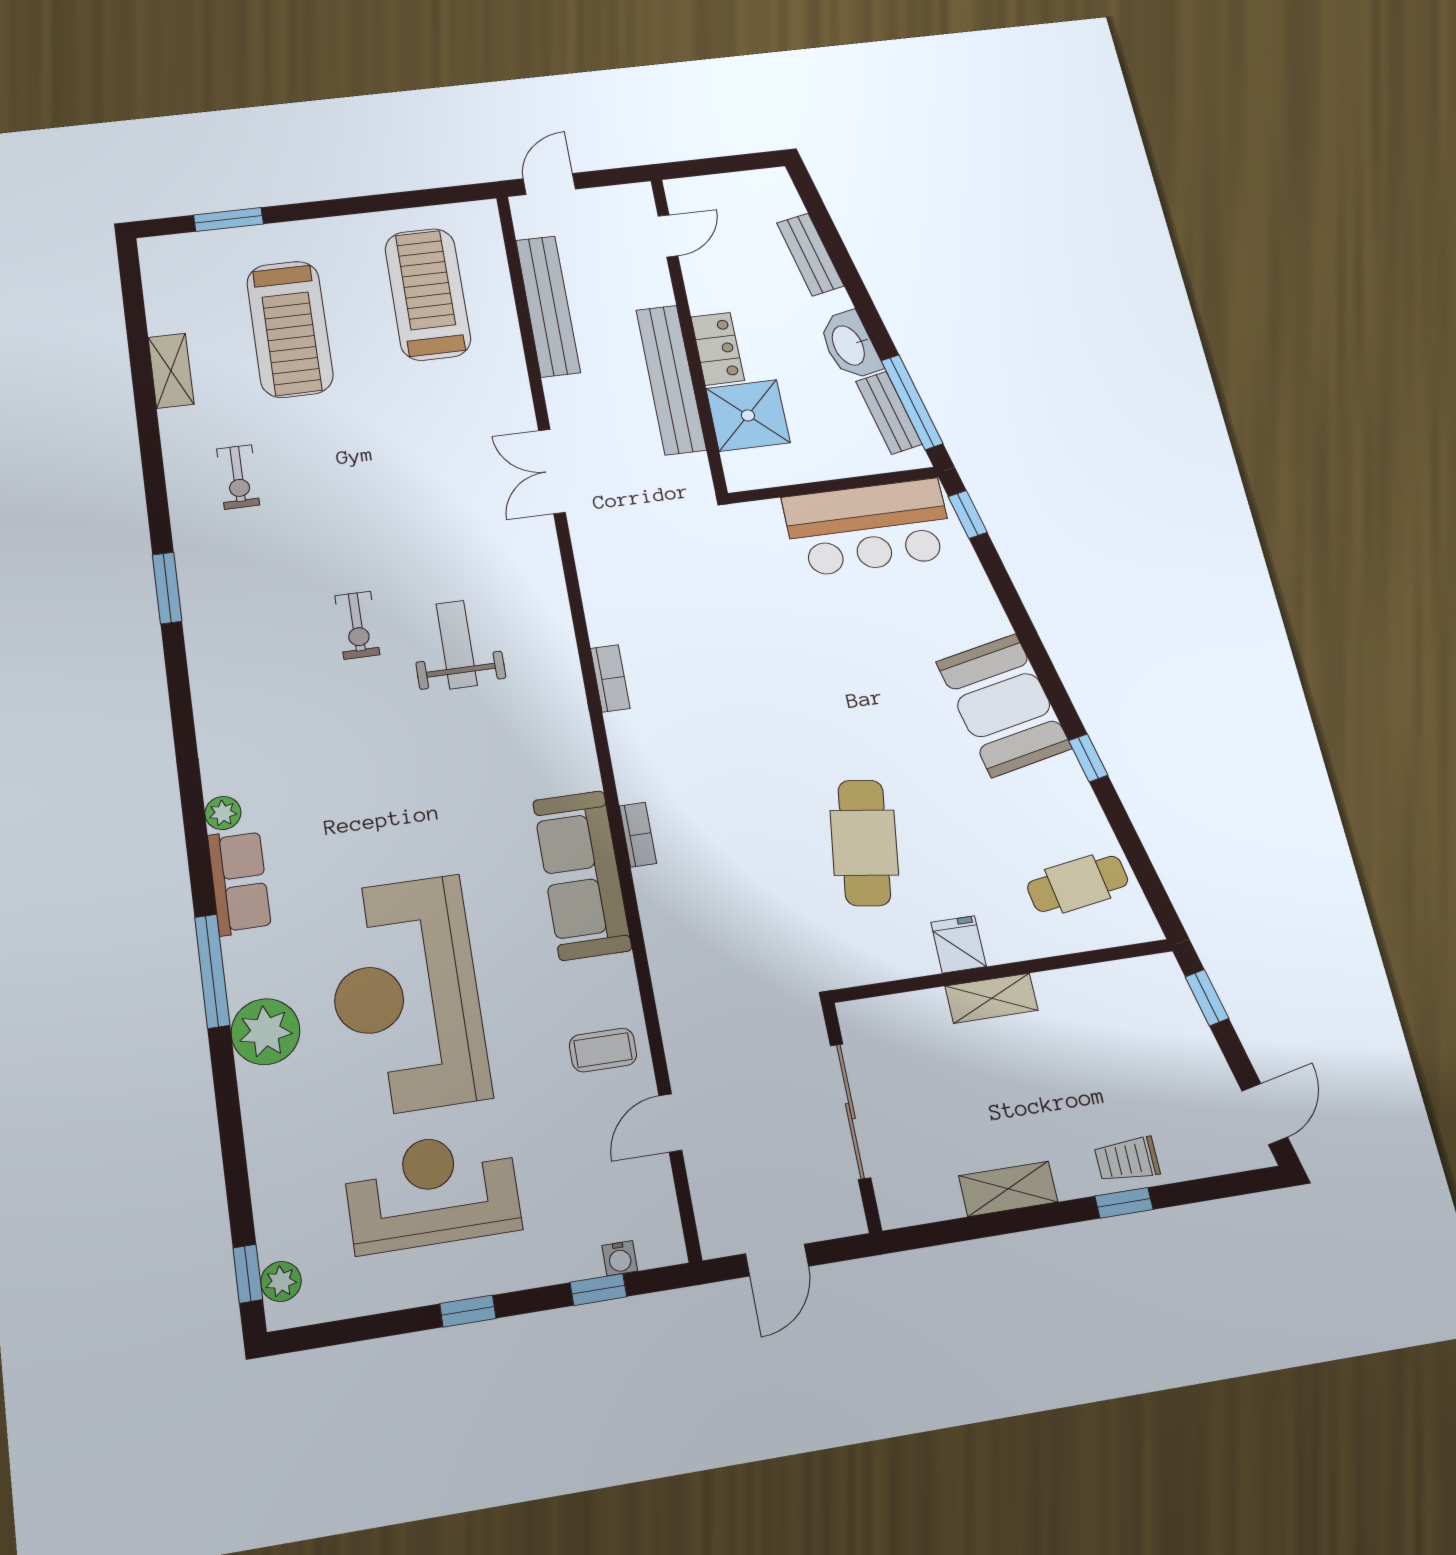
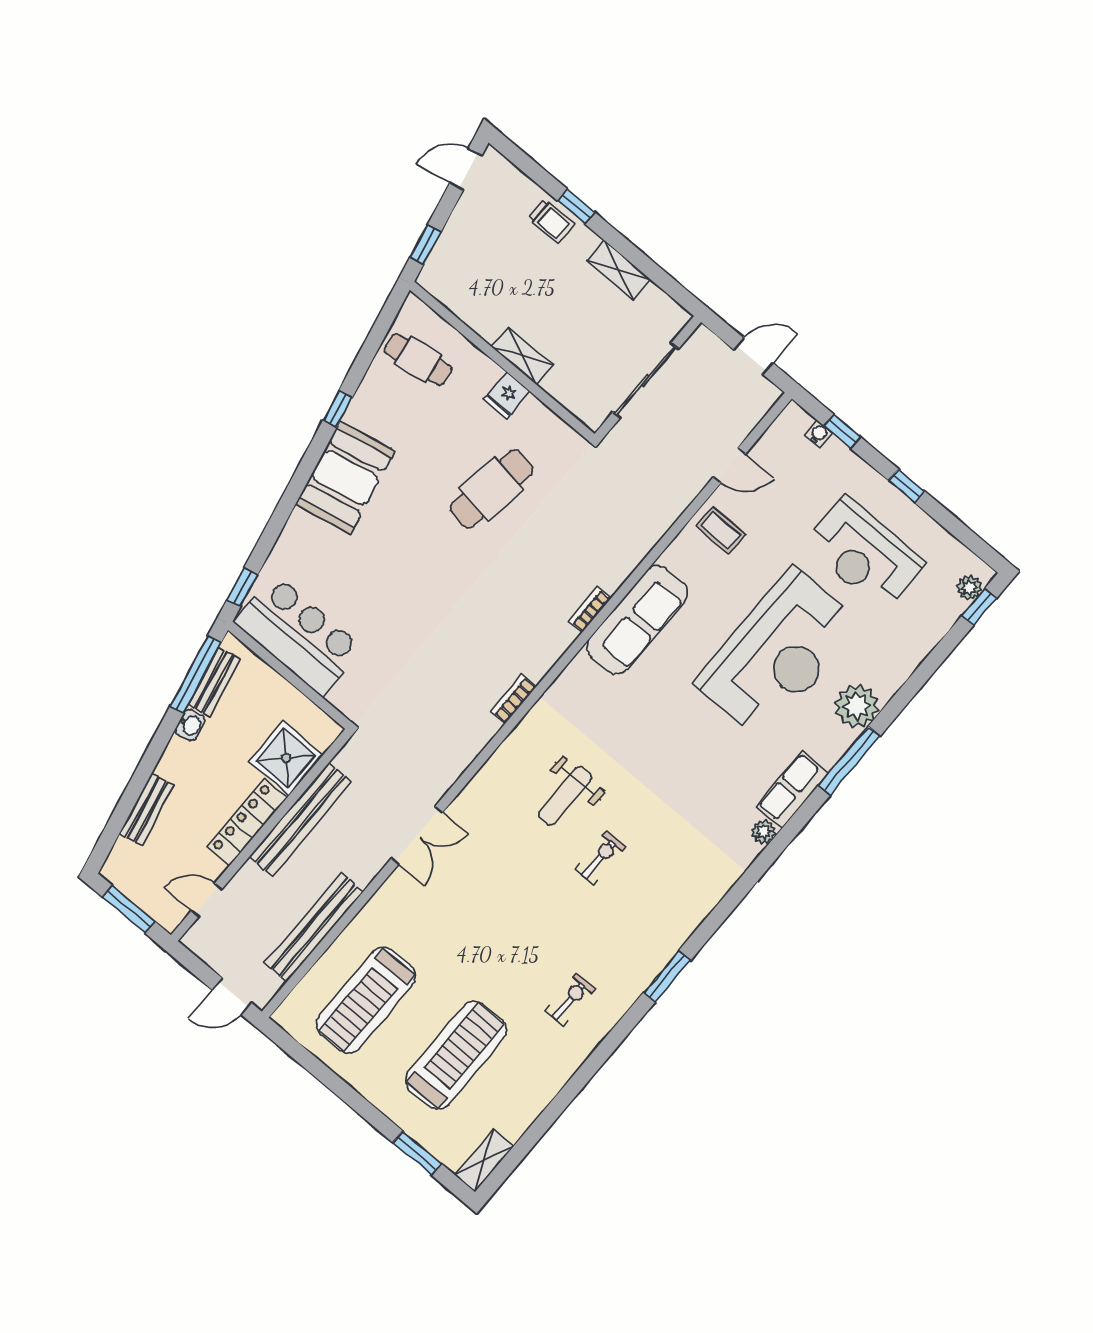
window: (724, 165) -> (129, 909), added
washbasin: (850, 345) -> (190, 725), width x0.52, depth x0.69
locker: (718, 349) -> (247, 822), width x1.53
shelving: (171, 371) -> (484, 1161), moved

